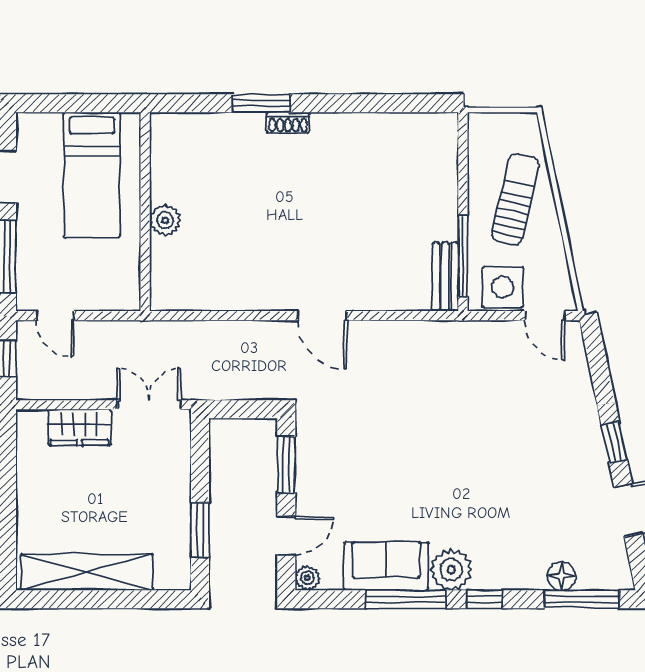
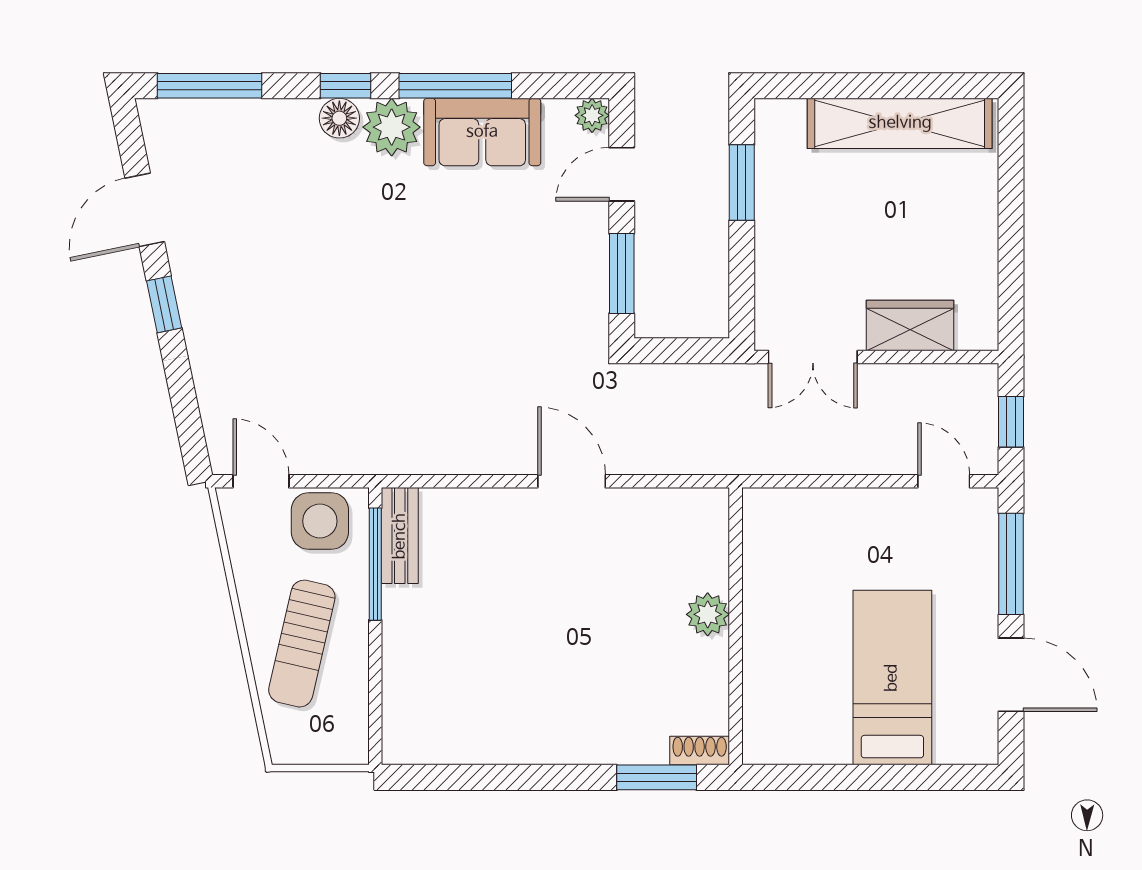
shoe rack: (288, 123) -> (700, 750), moved
wall: (145, 212) -> (736, 626), moved
plant: (165, 220) -> (708, 614), moved
floor lamp: (562, 576) -> (339, 118), moved

